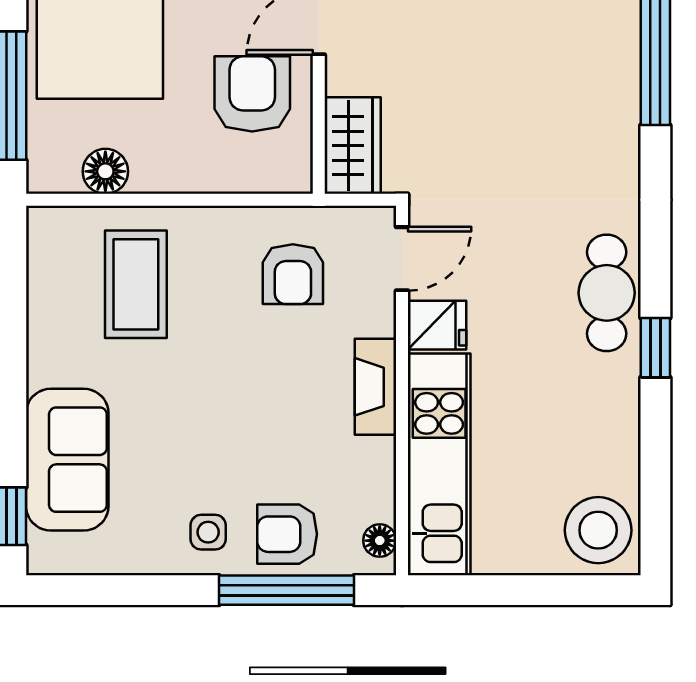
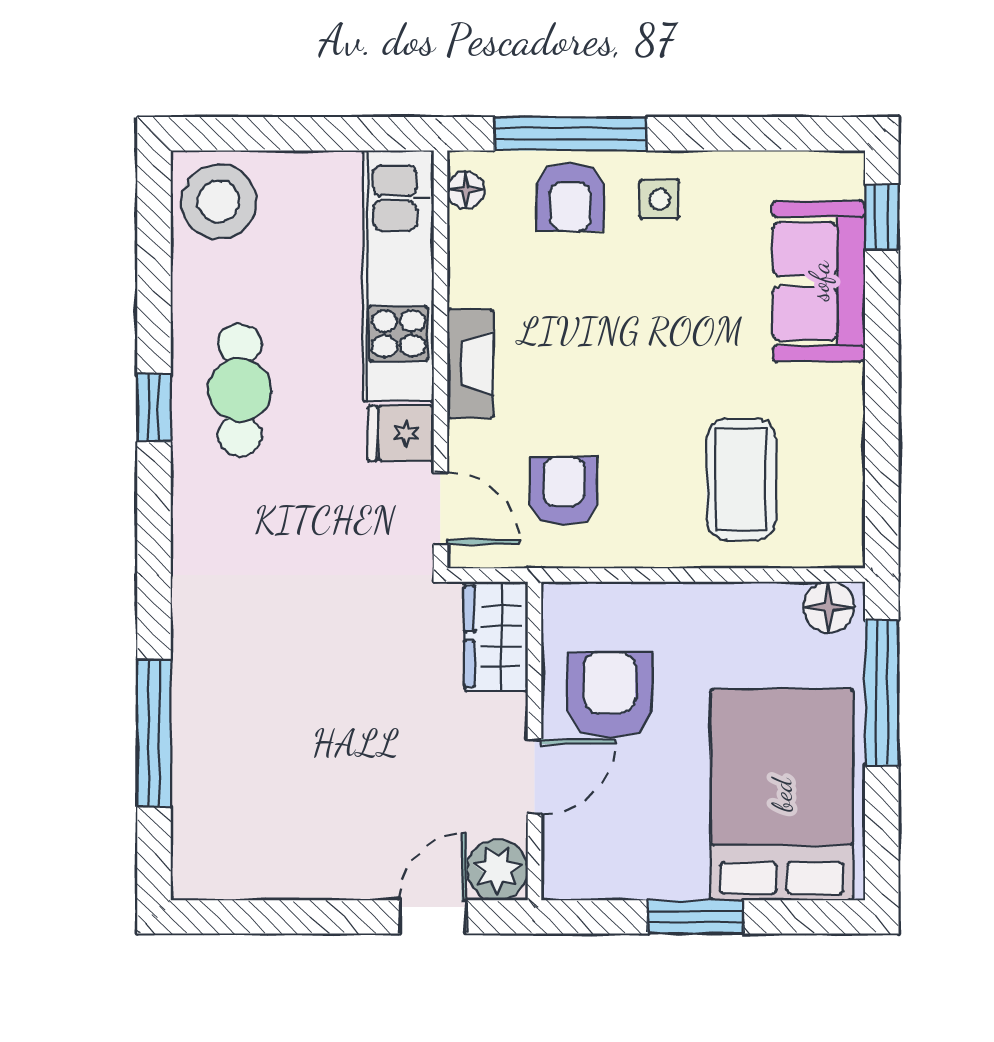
armchair: (252, 94) -> (610, 695), turned 180
floor lamp: (105, 171) -> (829, 607), moved
door: (402, 259) -> (440, 508), swing flipped
cafe table: (607, 293) -> (240, 390), moved
armchair: (287, 534) -> (570, 197), turned 90

